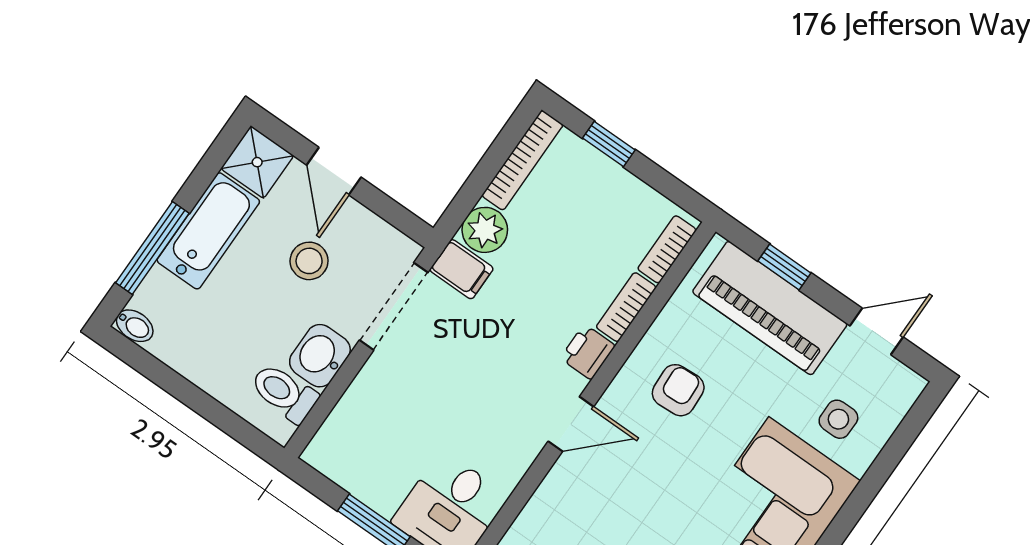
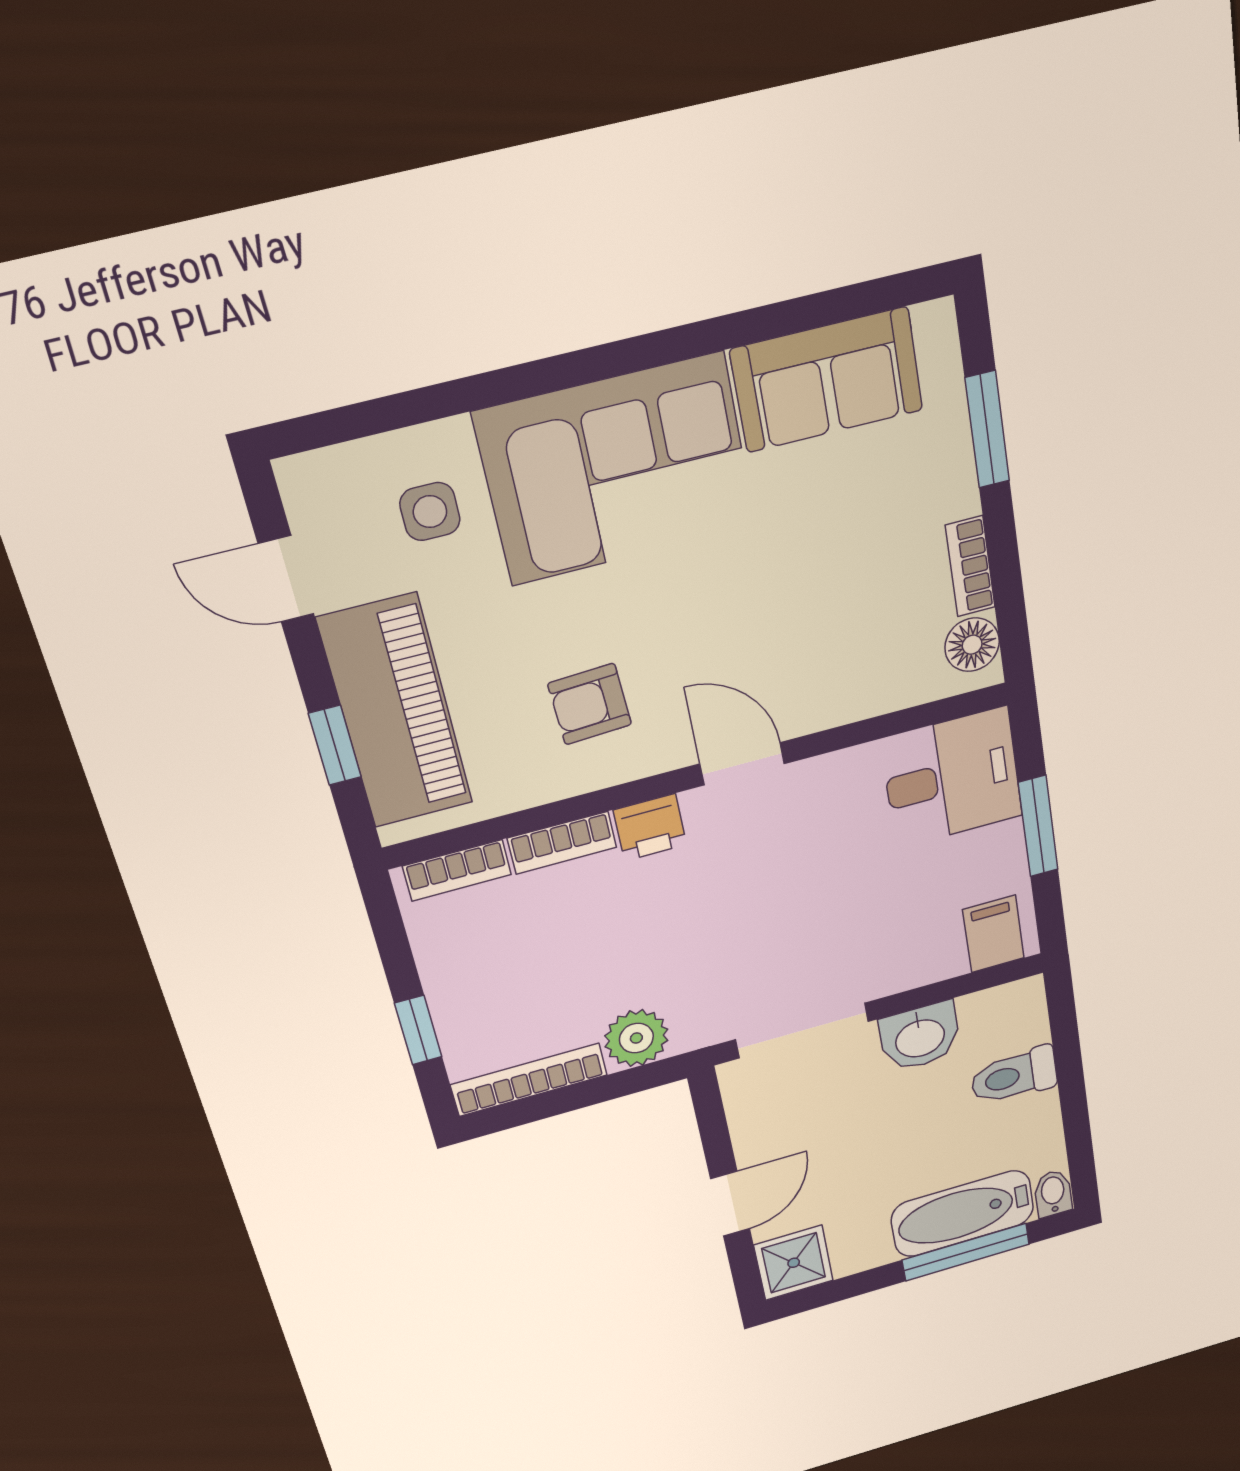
bathtub: (208, 231) -> (963, 1214), moved
stool: (309, 261) -> (838, 1136), removed
filing cabinet: (462, 269) -> (993, 934), moved
toilet: (284, 393) -> (1014, 1076), moved, turned 90

